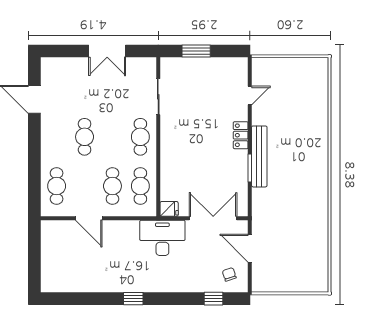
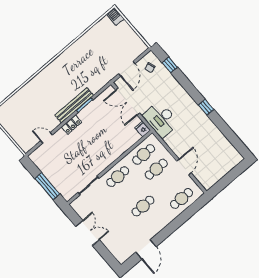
window: (196, 51) -> (47, 186), width x1.44
barbecue: (318, 285) -> (115, 16), added

